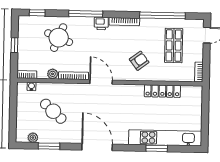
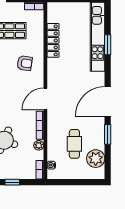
armchair: (139, 61) -> (25, 63), turned 135
cafe table: (53, 111) -> (74, 144), turned -42
plant: (33, 138) -> (96, 159), width x1.88, depth x1.88
window: (49, 146) -> (108, 134), moved

